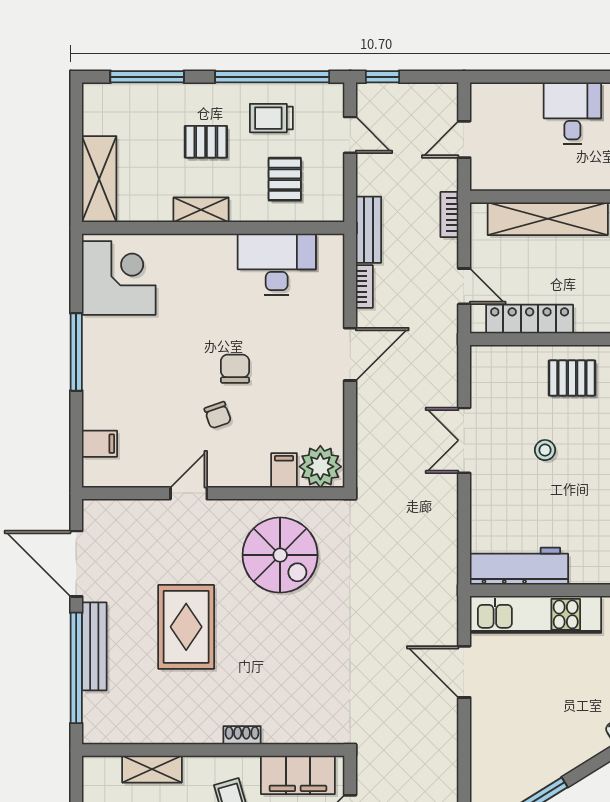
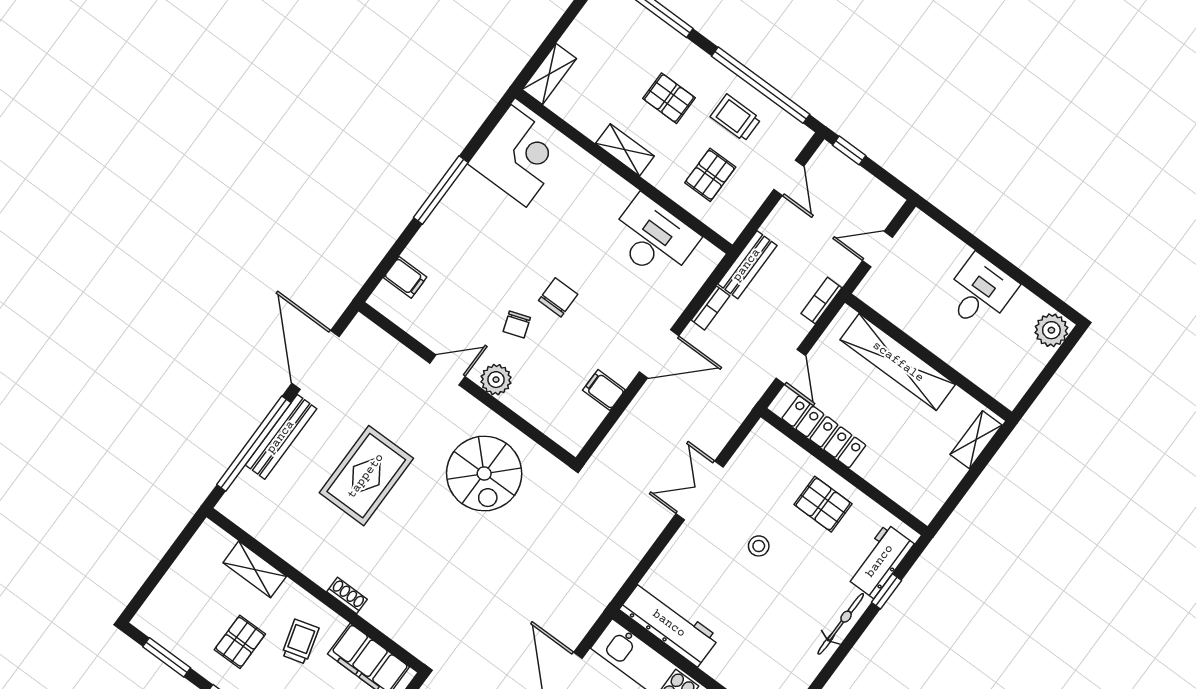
shelving: (99, 179) -> (549, 74), width x0.67, depth x0.75
plant: (320, 467) -> (496, 380), moved, width x0.73, depth x0.73
filing cabinet: (284, 470) -> (604, 390), moved, turned -90

